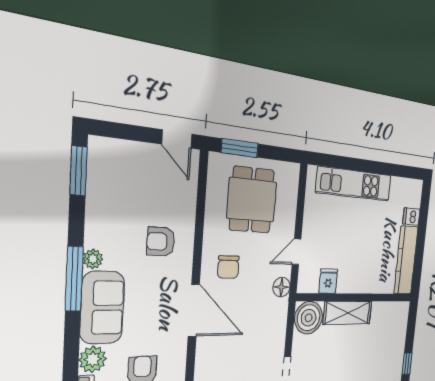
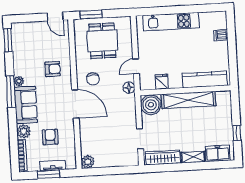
armchair: (161, 242) -> (53, 69), turned 180
kitchen counter: (406, 260) -> (205, 79), moved, turned 90
shelving: (348, 313) -> (189, 100), width x1.47

